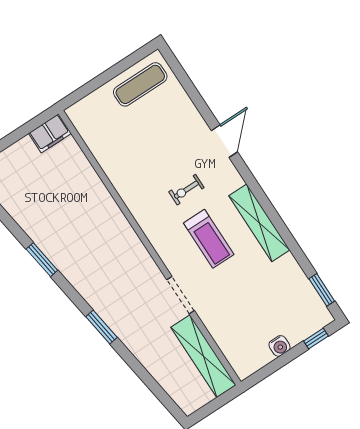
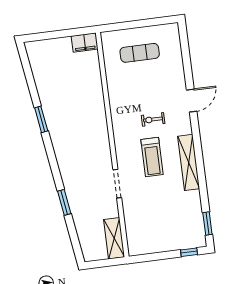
exercise mat: (140, 84) -> (140, 53), moved
window: (101, 327) -> (64, 202), moved
water cooler: (280, 346) -> (164, 246), removed
shelving: (203, 356) -> (114, 238), width x0.68

